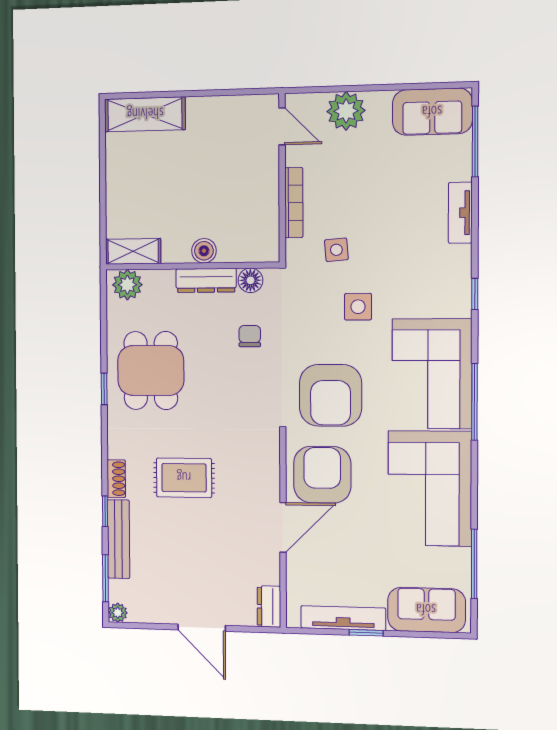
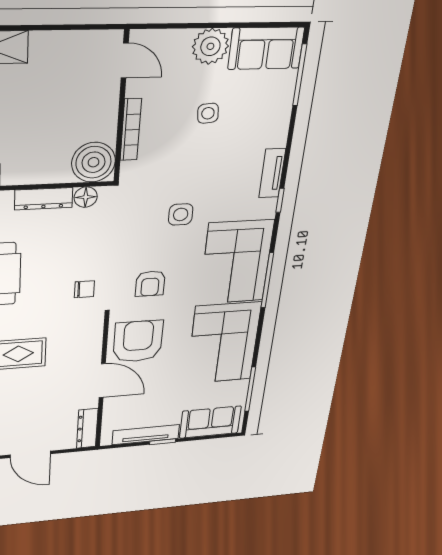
plant: (346, 111) -> (210, 46), moved
tv unit: (460, 213) -> (272, 173), moved
side table: (336, 250) -> (208, 113), moved
boiler: (204, 251) -> (94, 162), moved, width x1.86, depth x1.86
chair: (250, 336) -> (84, 289), moved, turned 90
armchair: (330, 395) -> (150, 284), width x0.53, depth x0.53
door: (283, 527) -> (102, 381), hinge flipped
dresser: (269, 606) -> (87, 428), width x1.44

